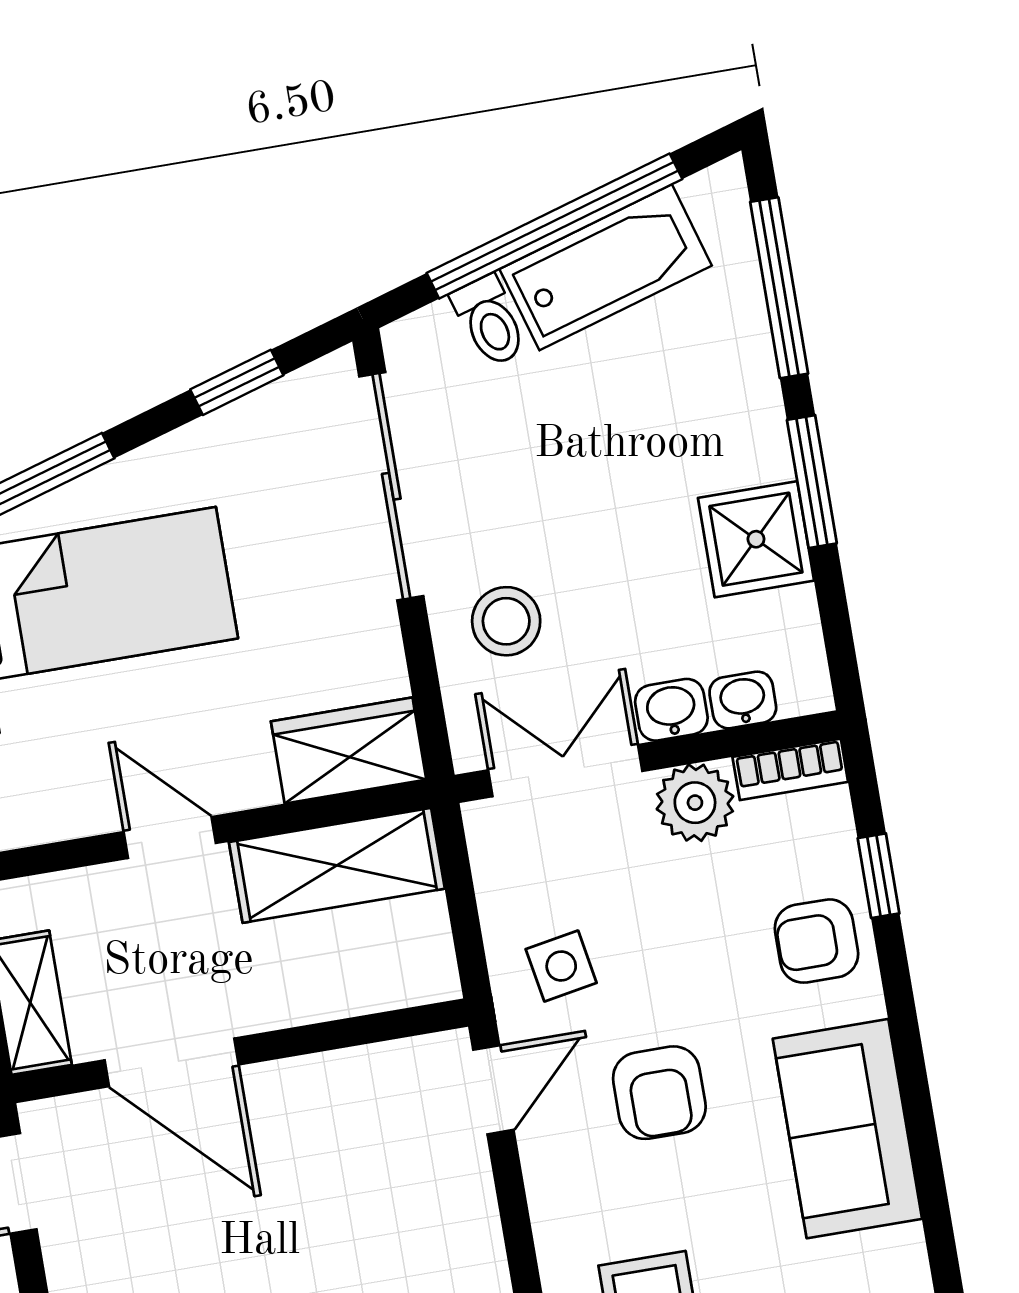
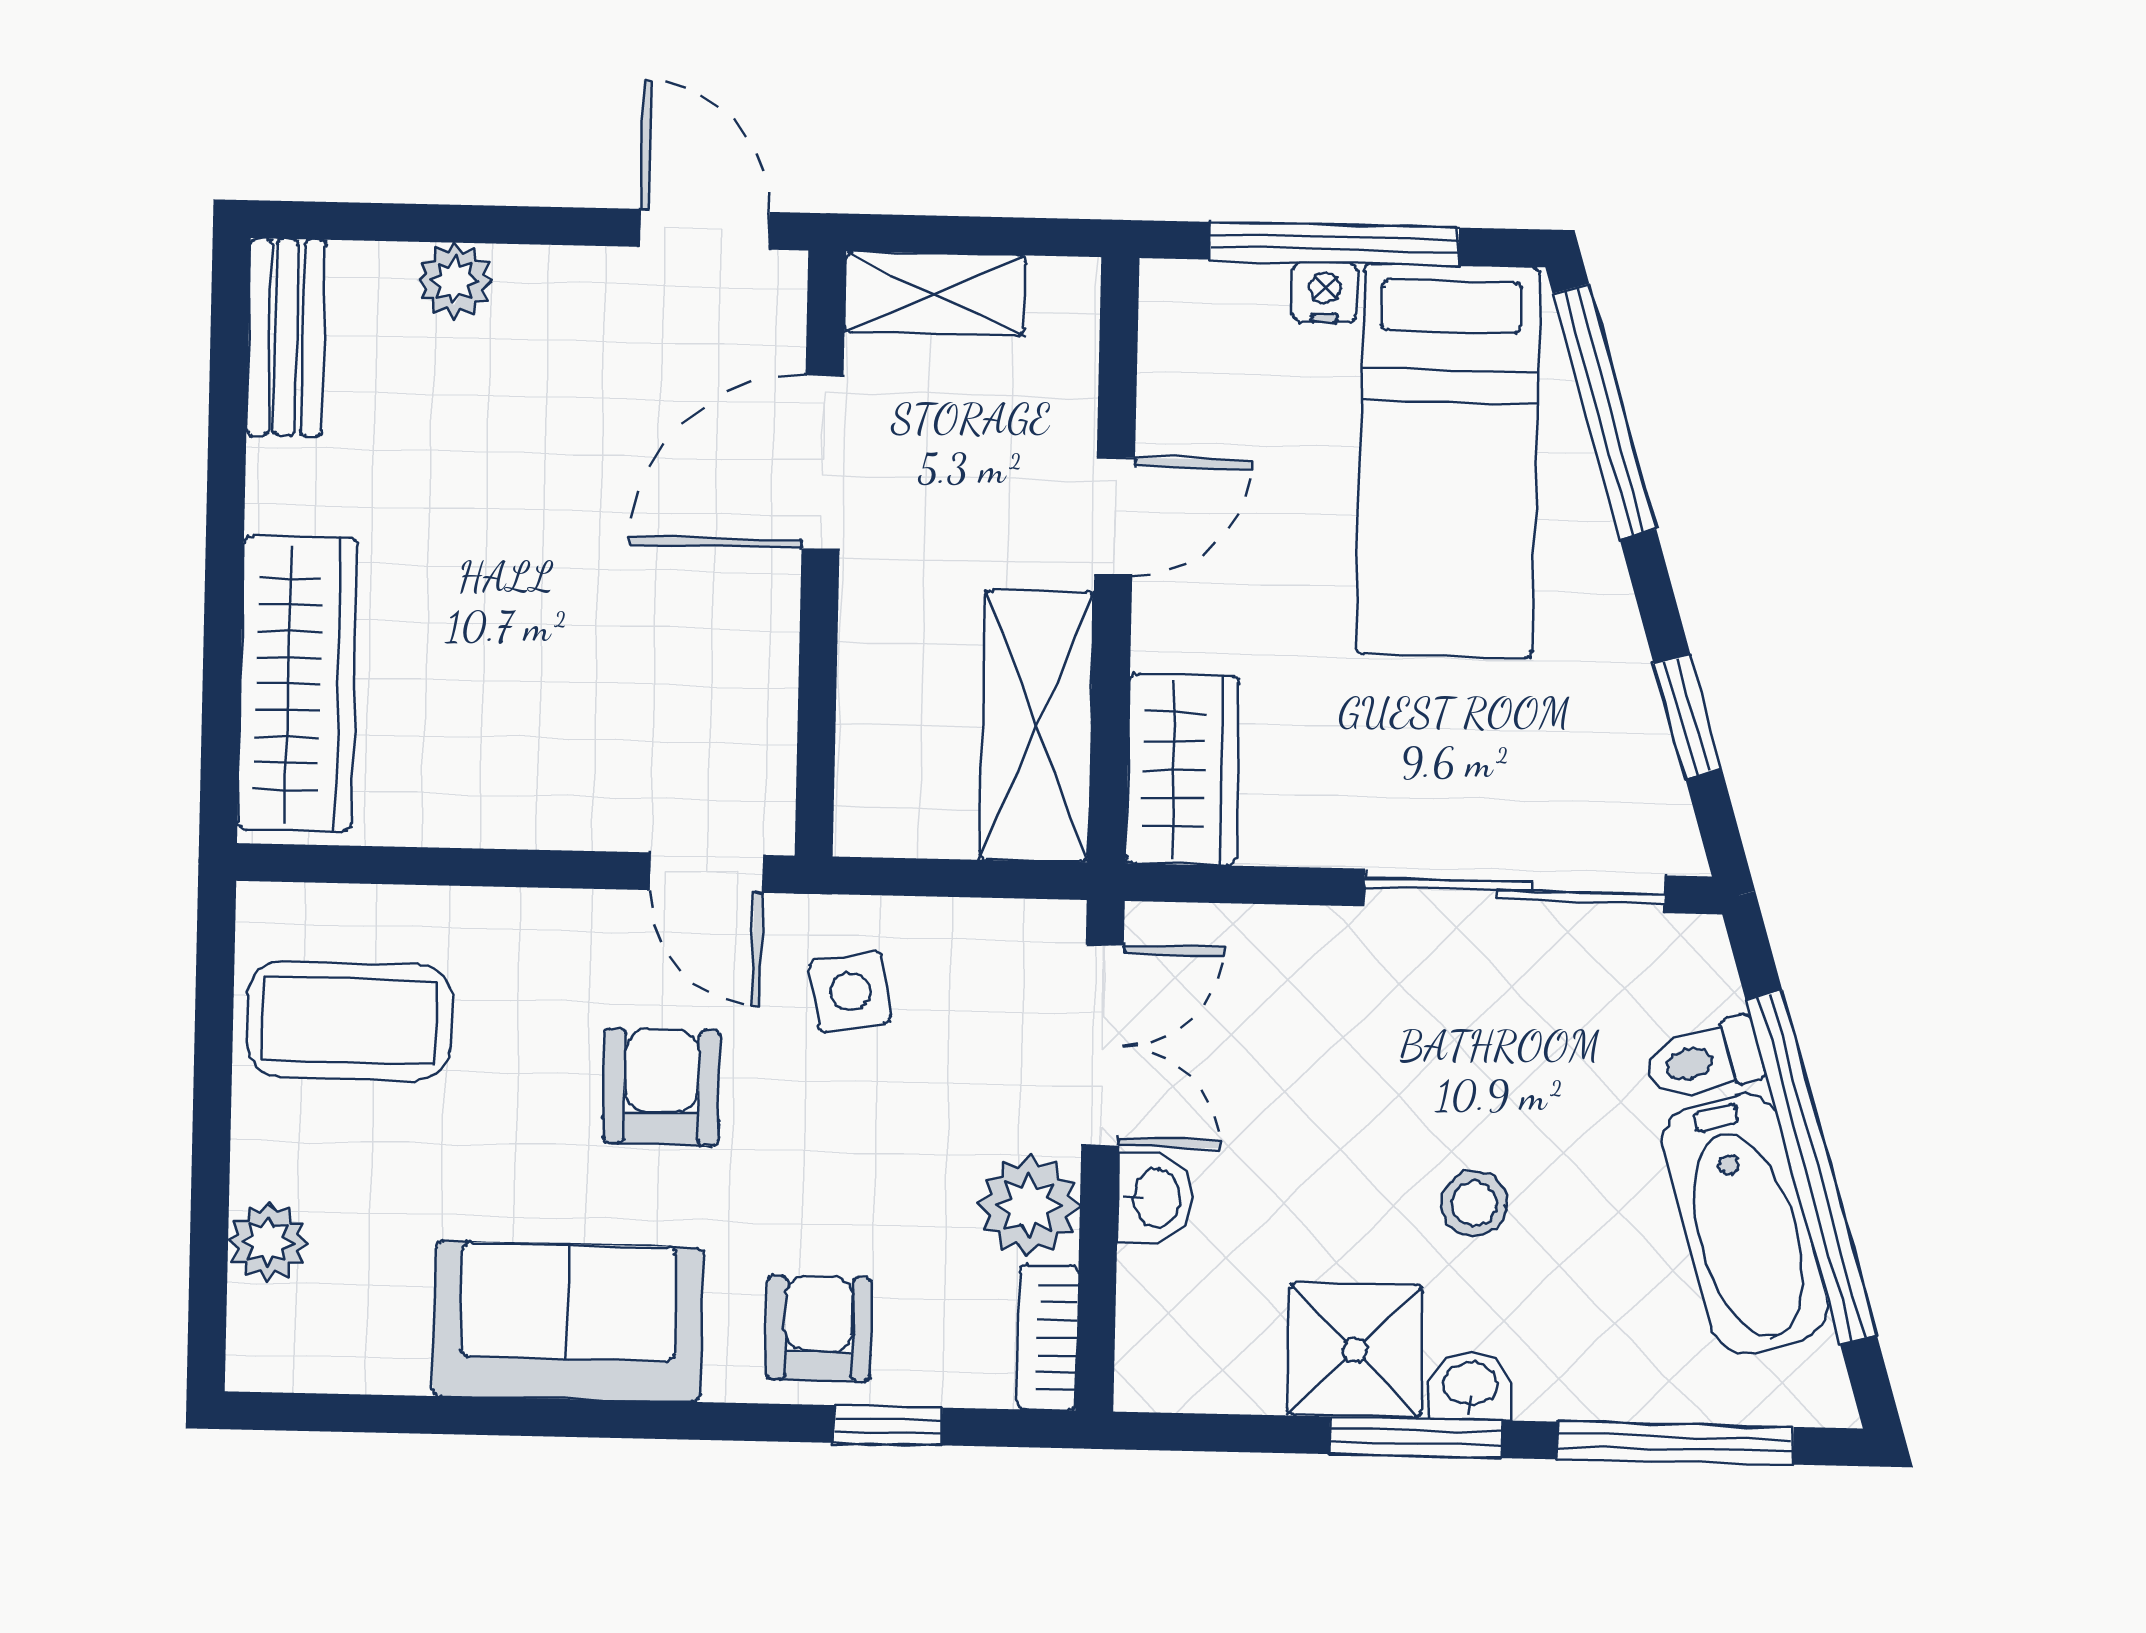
stool: (506, 621) -> (1474, 1204), moved, width x0.73, depth x0.73
washbasin: (743, 700) -> (1470, 1386), moved, turned -90
armchair: (659, 1093) -> (662, 1087), turned 90

